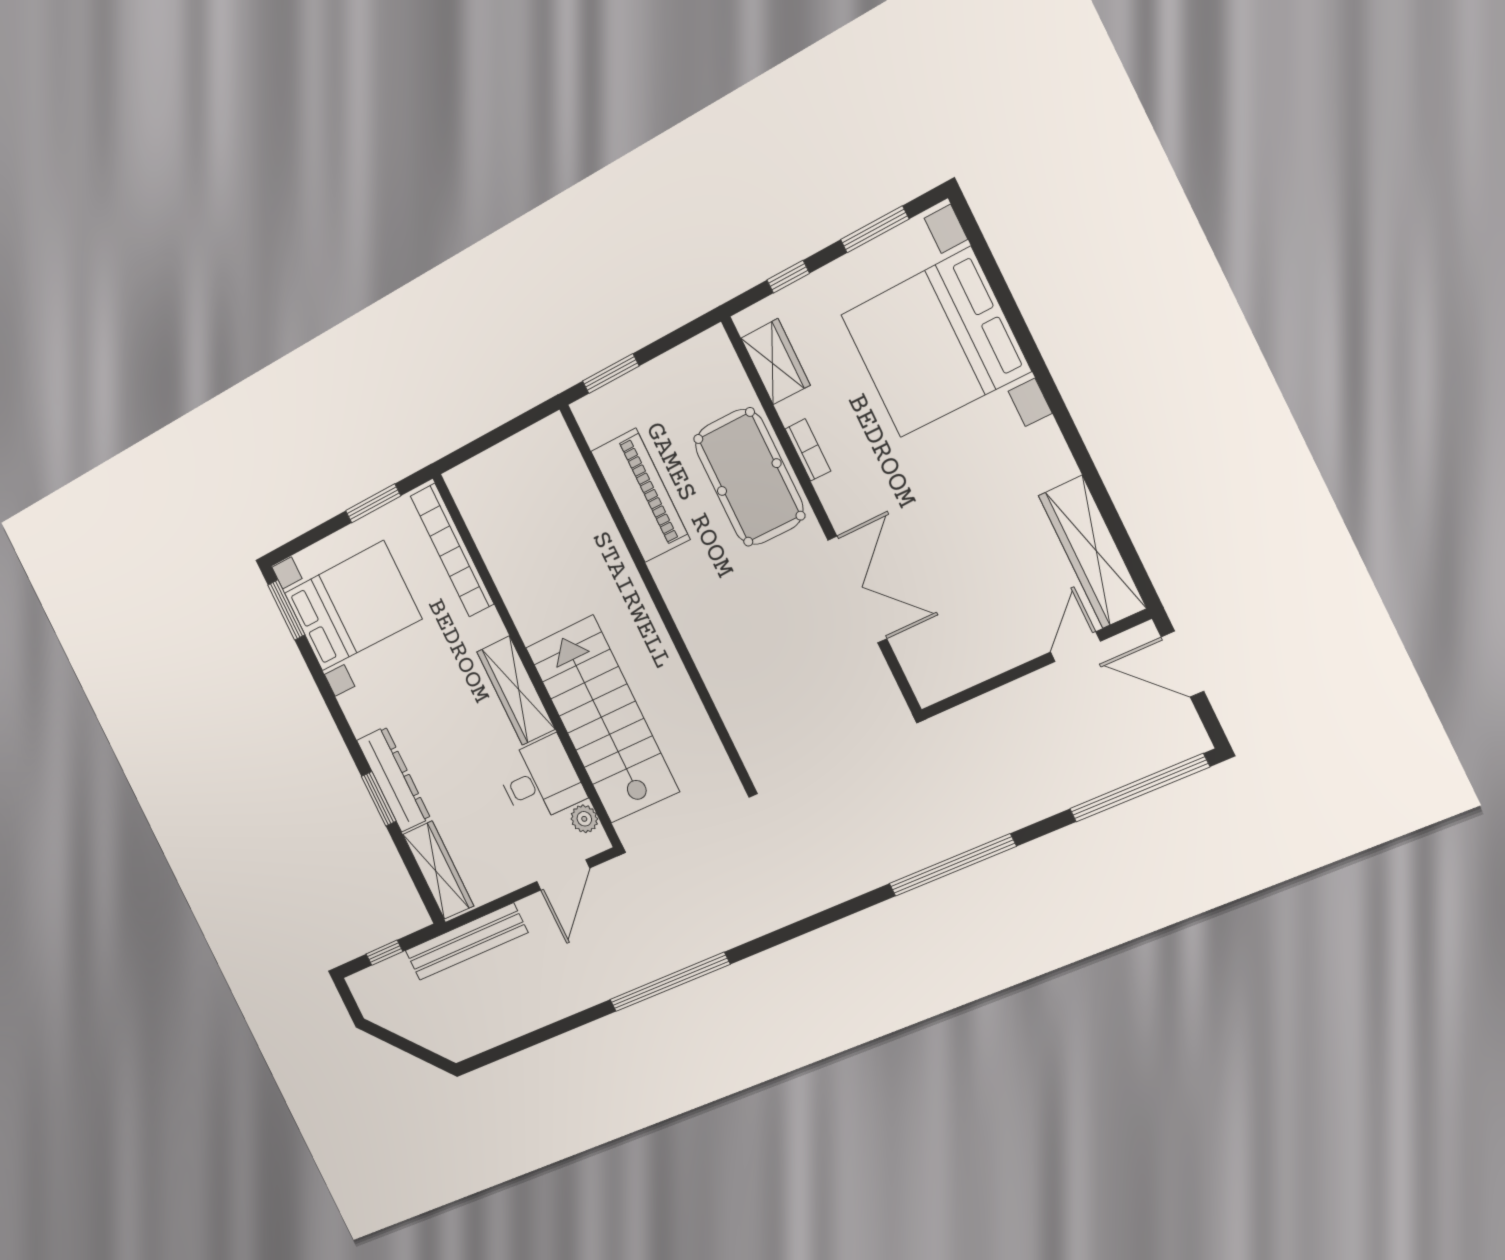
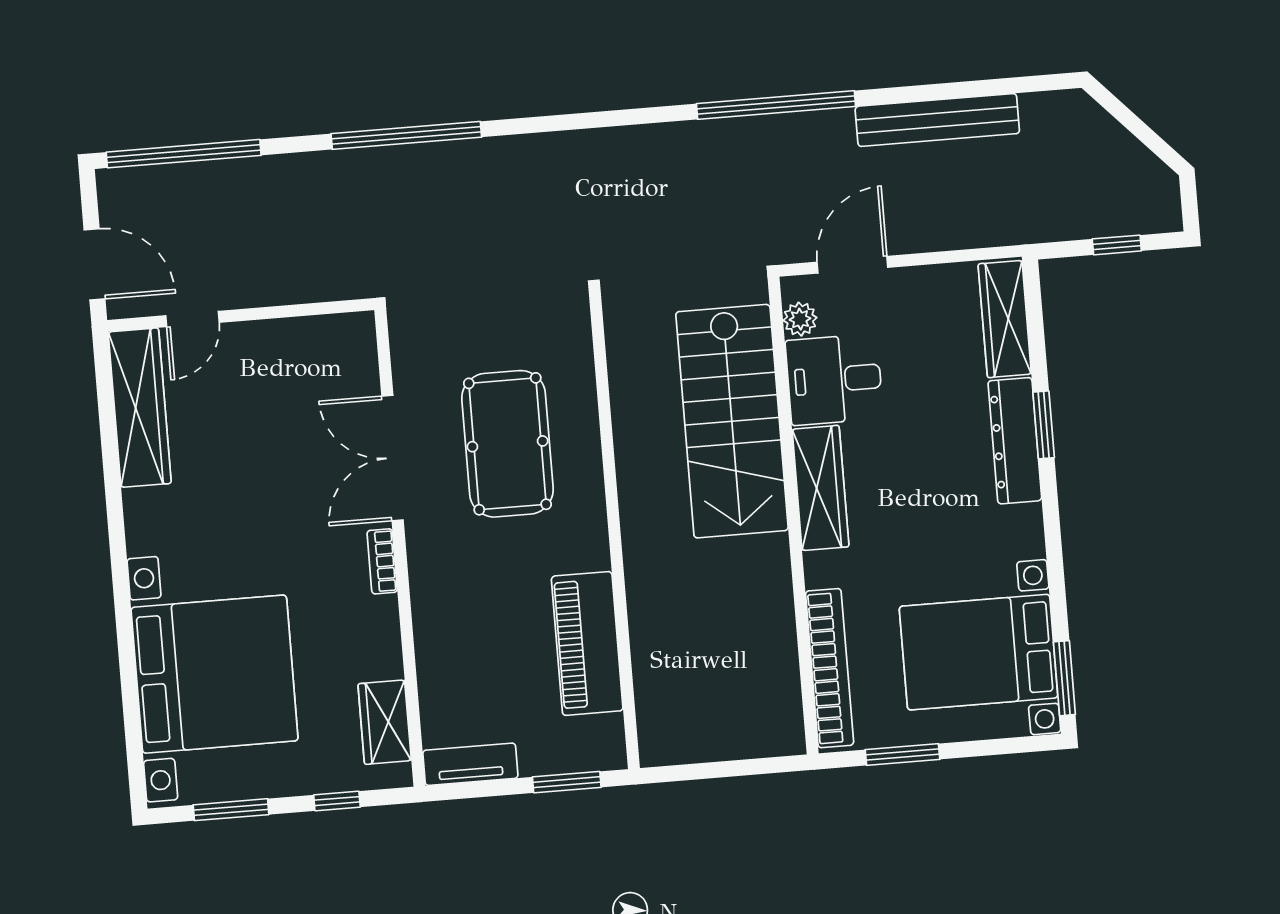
tv unit: (692, 356) -> (470, 764), added
bookcase: (808, 450) -> (382, 561), moved
pool table: (749, 477) -> (507, 444), moved
bench: (466, 942) -> (937, 120), moved

